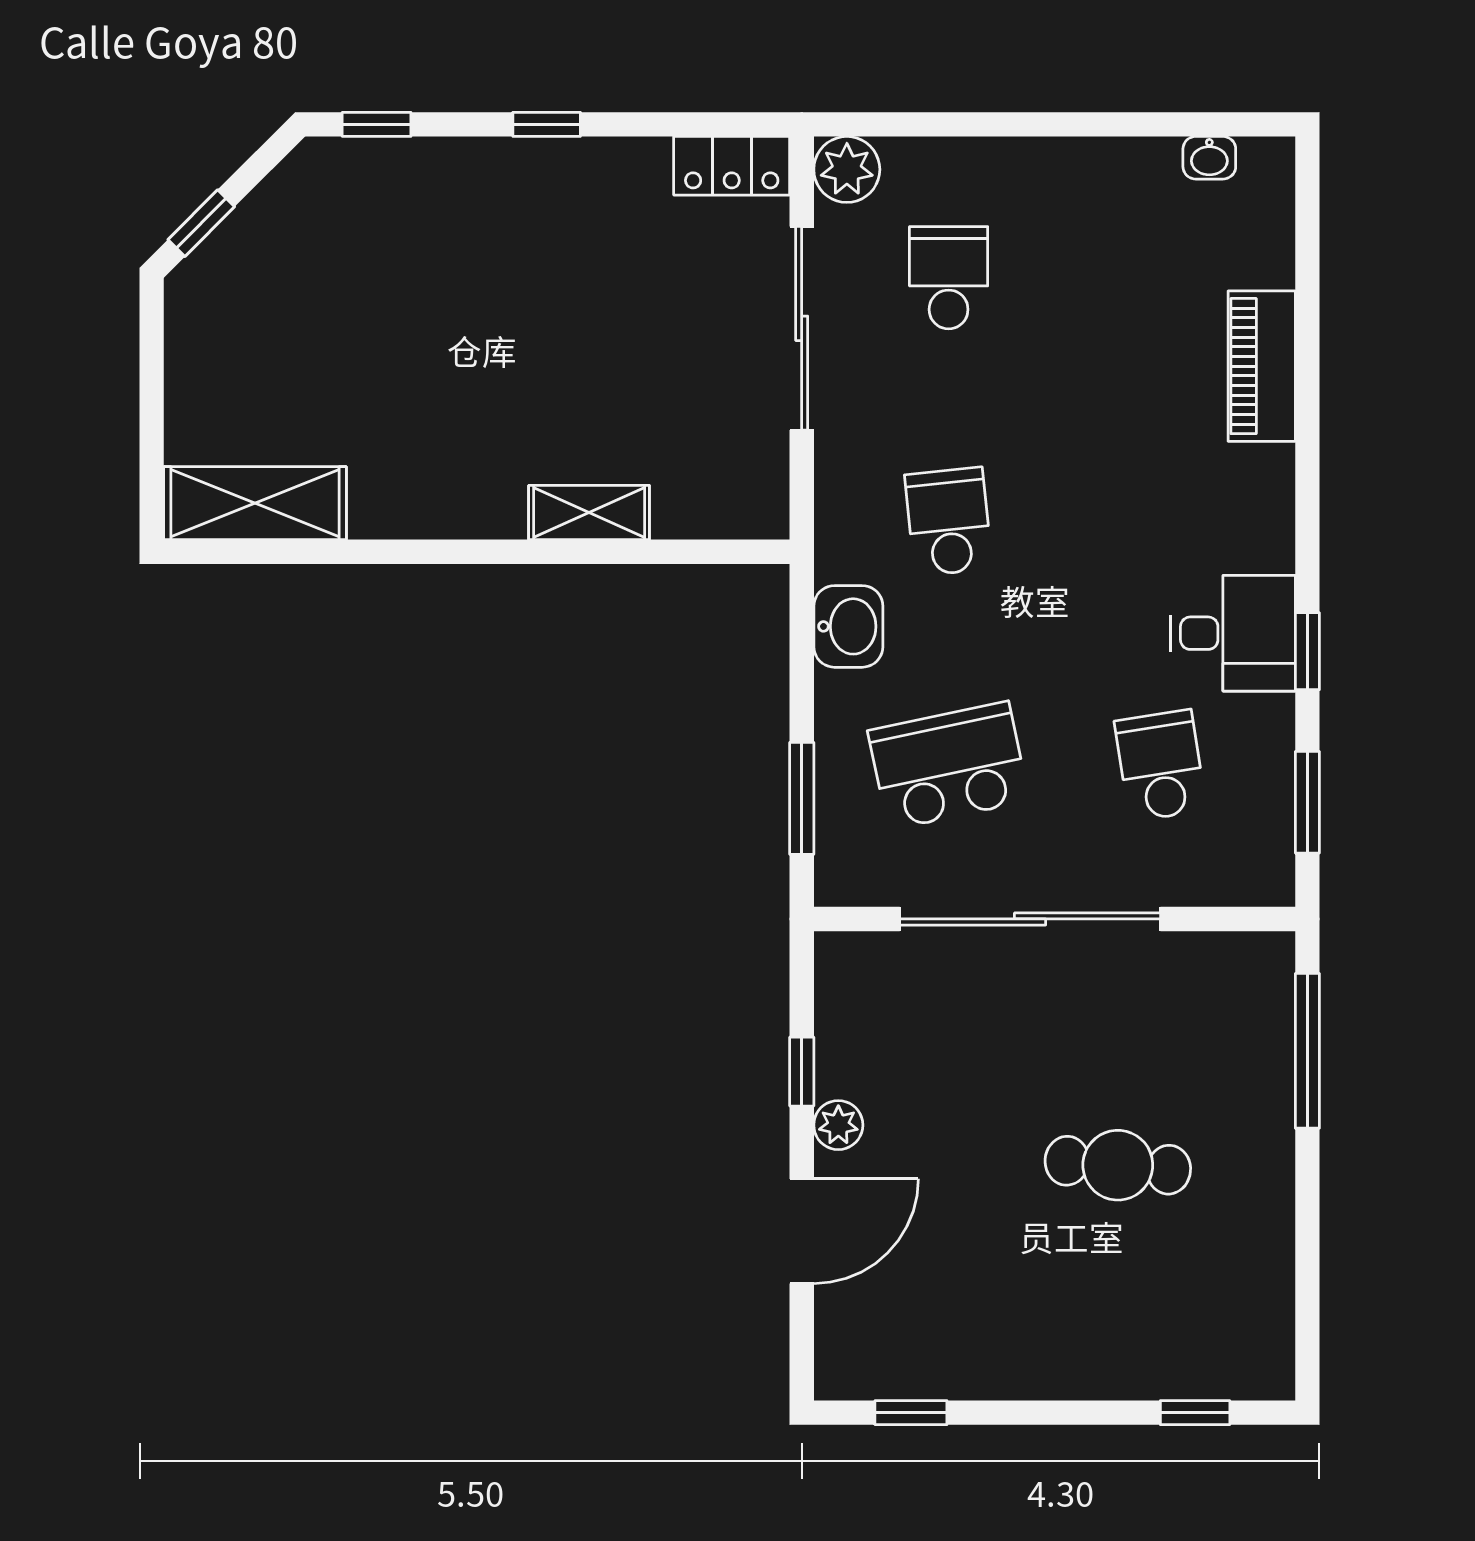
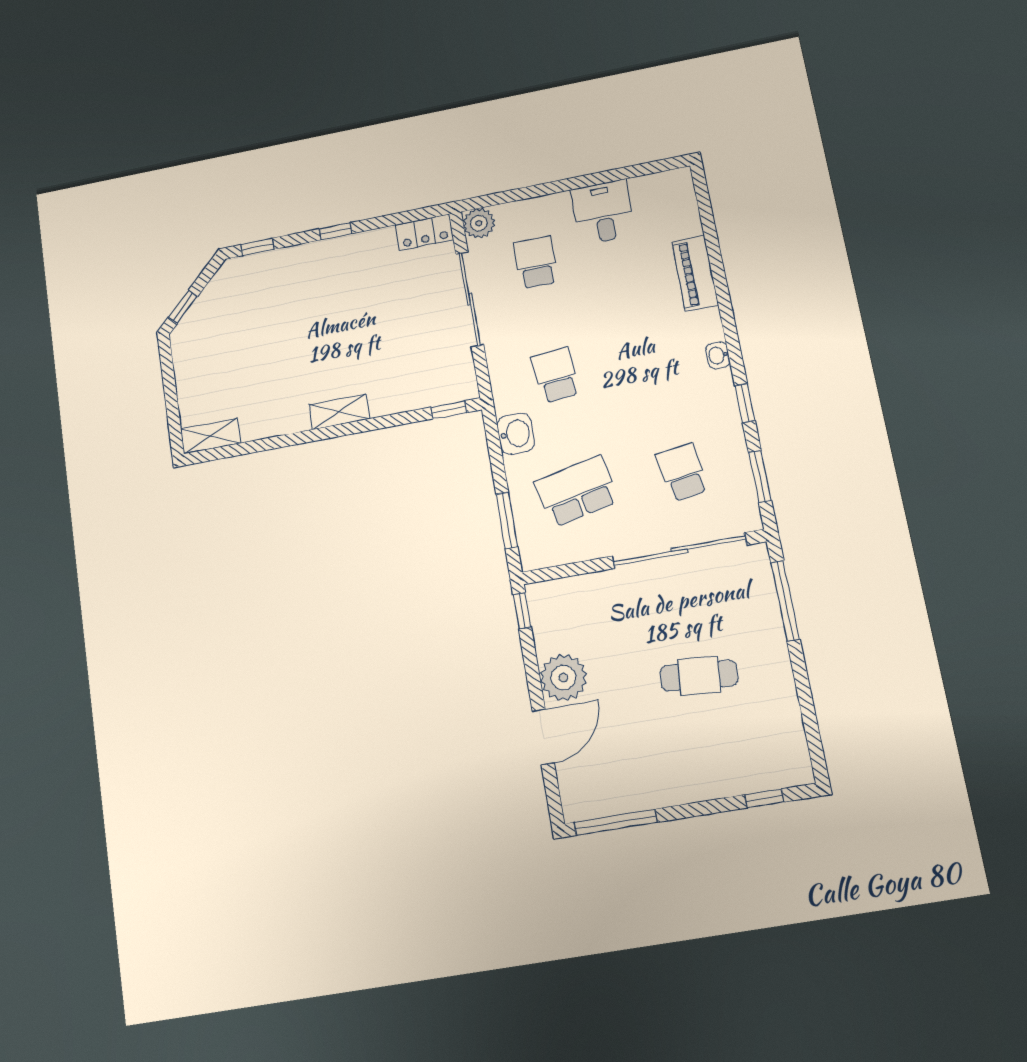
washbasin: (1209, 158) -> (718, 355), moved, turned 90
shelving: (255, 503) -> (210, 436), width x0.67, depth x0.75
shelving: (589, 513) -> (339, 412), moved
window: (722, 552) -> (449, 410), added
desk: (1233, 633) -> (603, 212), moved, turned -90
sliding door: (1030, 919) -> (679, 551), moved
window: (802, 1072) -> (522, 611), moved
plant: (838, 1125) -> (563, 678), width x1.88, depth x1.88
window: (911, 1413) -> (616, 822), width x2.17

